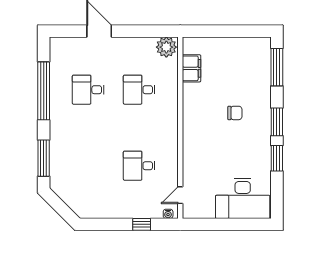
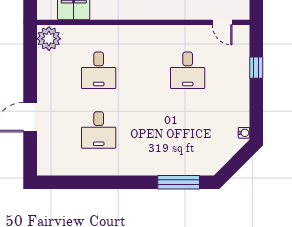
window: (44, 91) -> (100, 182), removed
water cooler: (168, 214) -> (244, 133), moved

